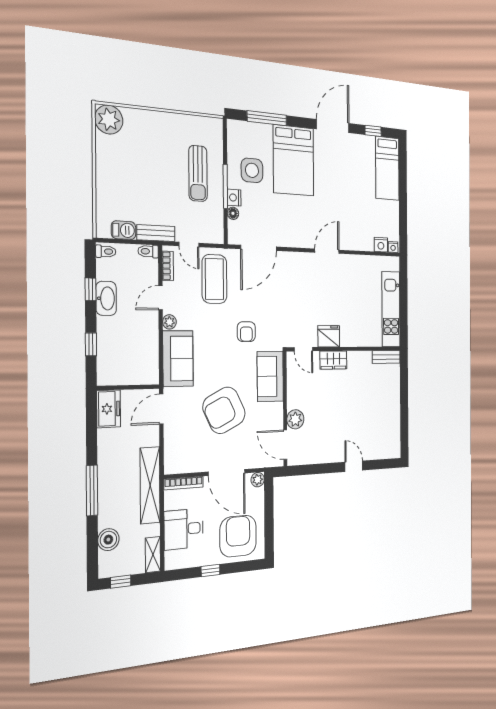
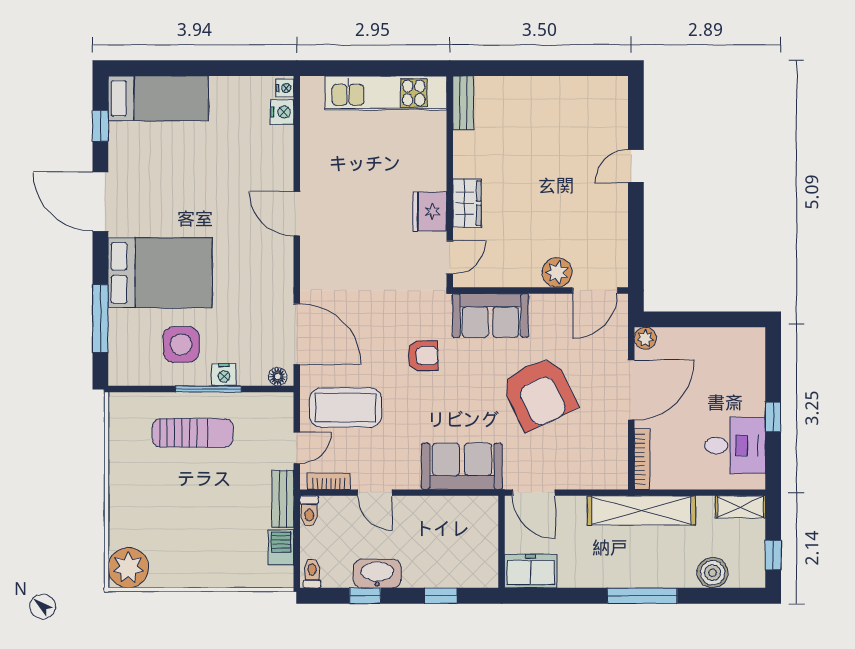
floor lamp: (233, 213) -> (278, 377), moved
plant: (169, 322) -> (409, 479), removed
desk: (184, 529) -> (735, 446), moved, turned -90
armchair: (238, 536) -> (727, 372), removed

